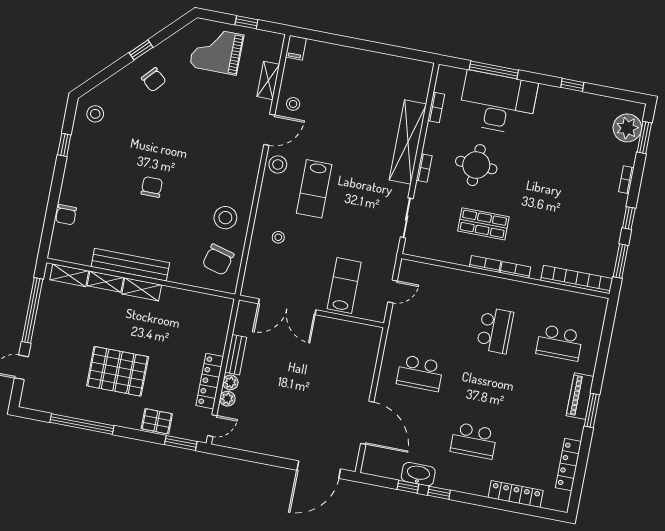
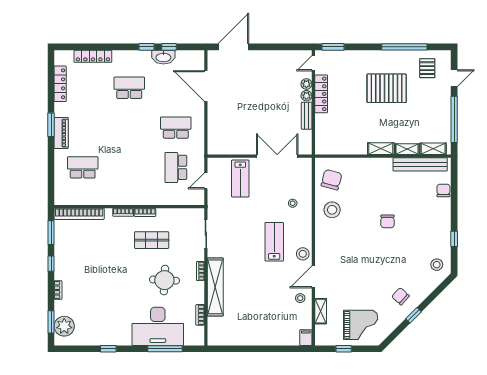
bench: (130, 265) -> (420, 164), moved
school desk: (495, 330) -> (176, 167), moved
pallet: (157, 421) -> (427, 68), moved, turned 90

